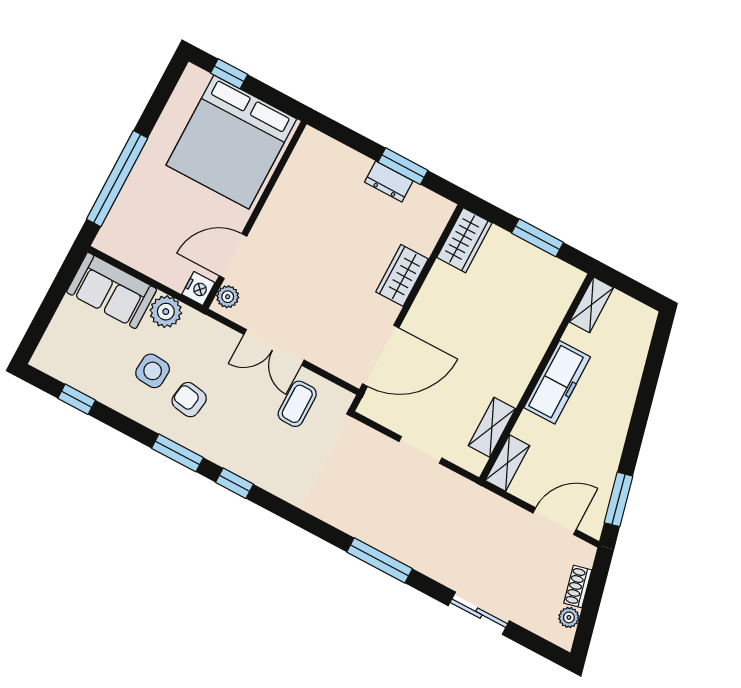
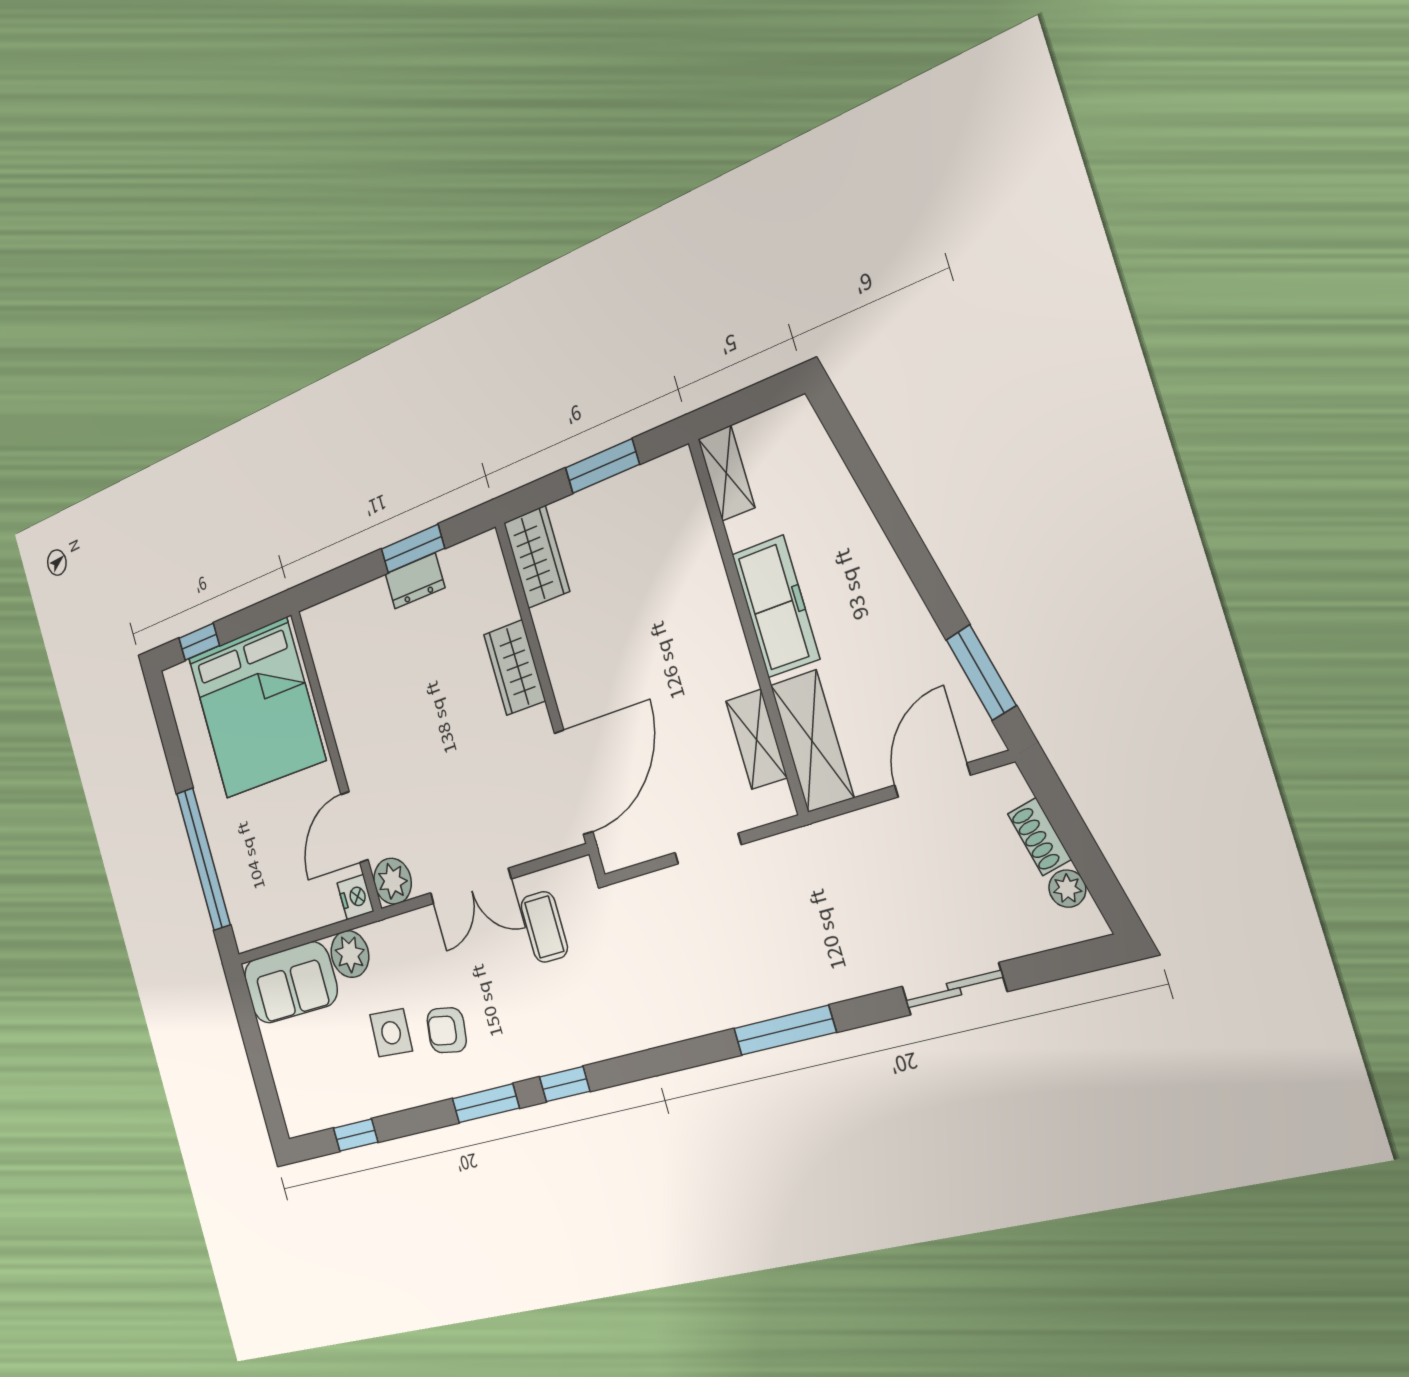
plant: (228, 297) -> (393, 881), width x1.38, depth x1.38
shelving: (507, 463) -> (812, 741), width x1.50, depth x1.33

